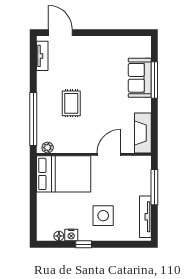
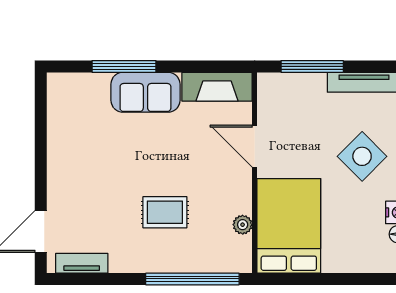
sofa: (140, 78) -> (145, 92), moved
plant: (48, 148) -> (243, 225), moved
side table: (103, 216) -> (362, 156), turned 45

